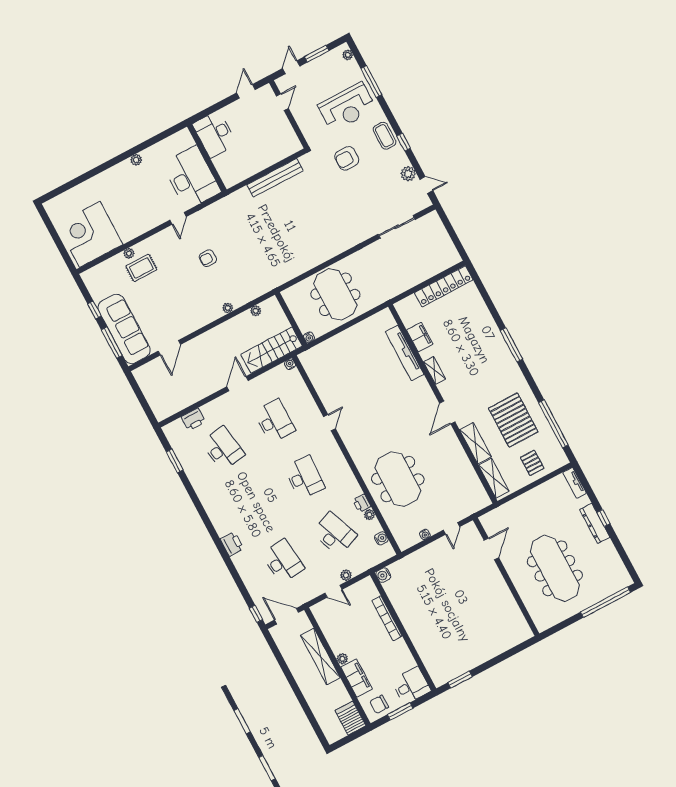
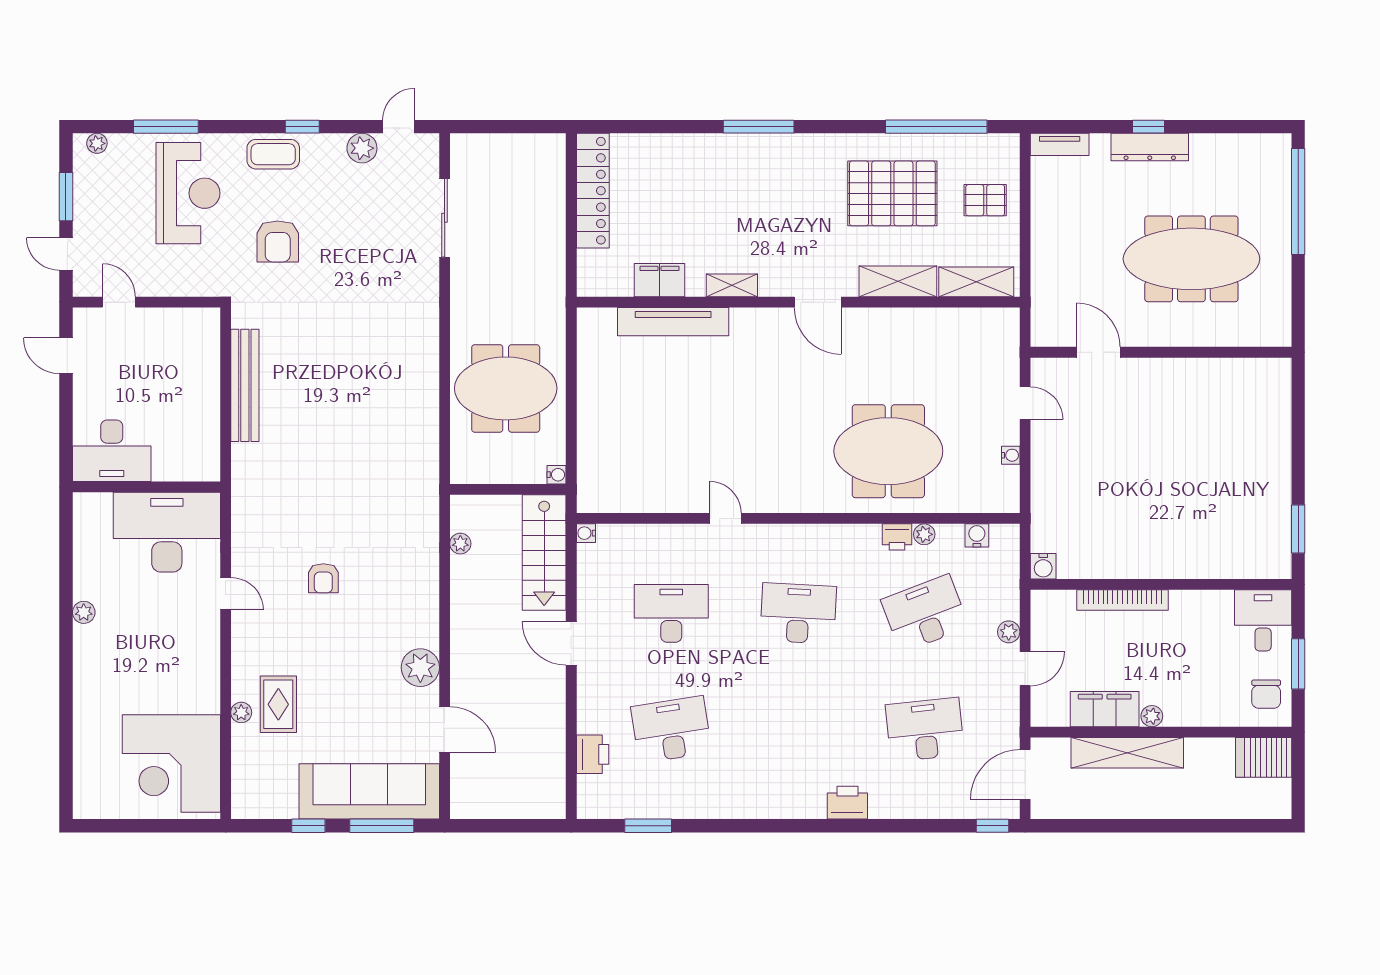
plant: (228, 308) -> (420, 668), moved, width x1.88, depth x1.88
filing cabinet: (357, 678) -> (1105, 709), moved

